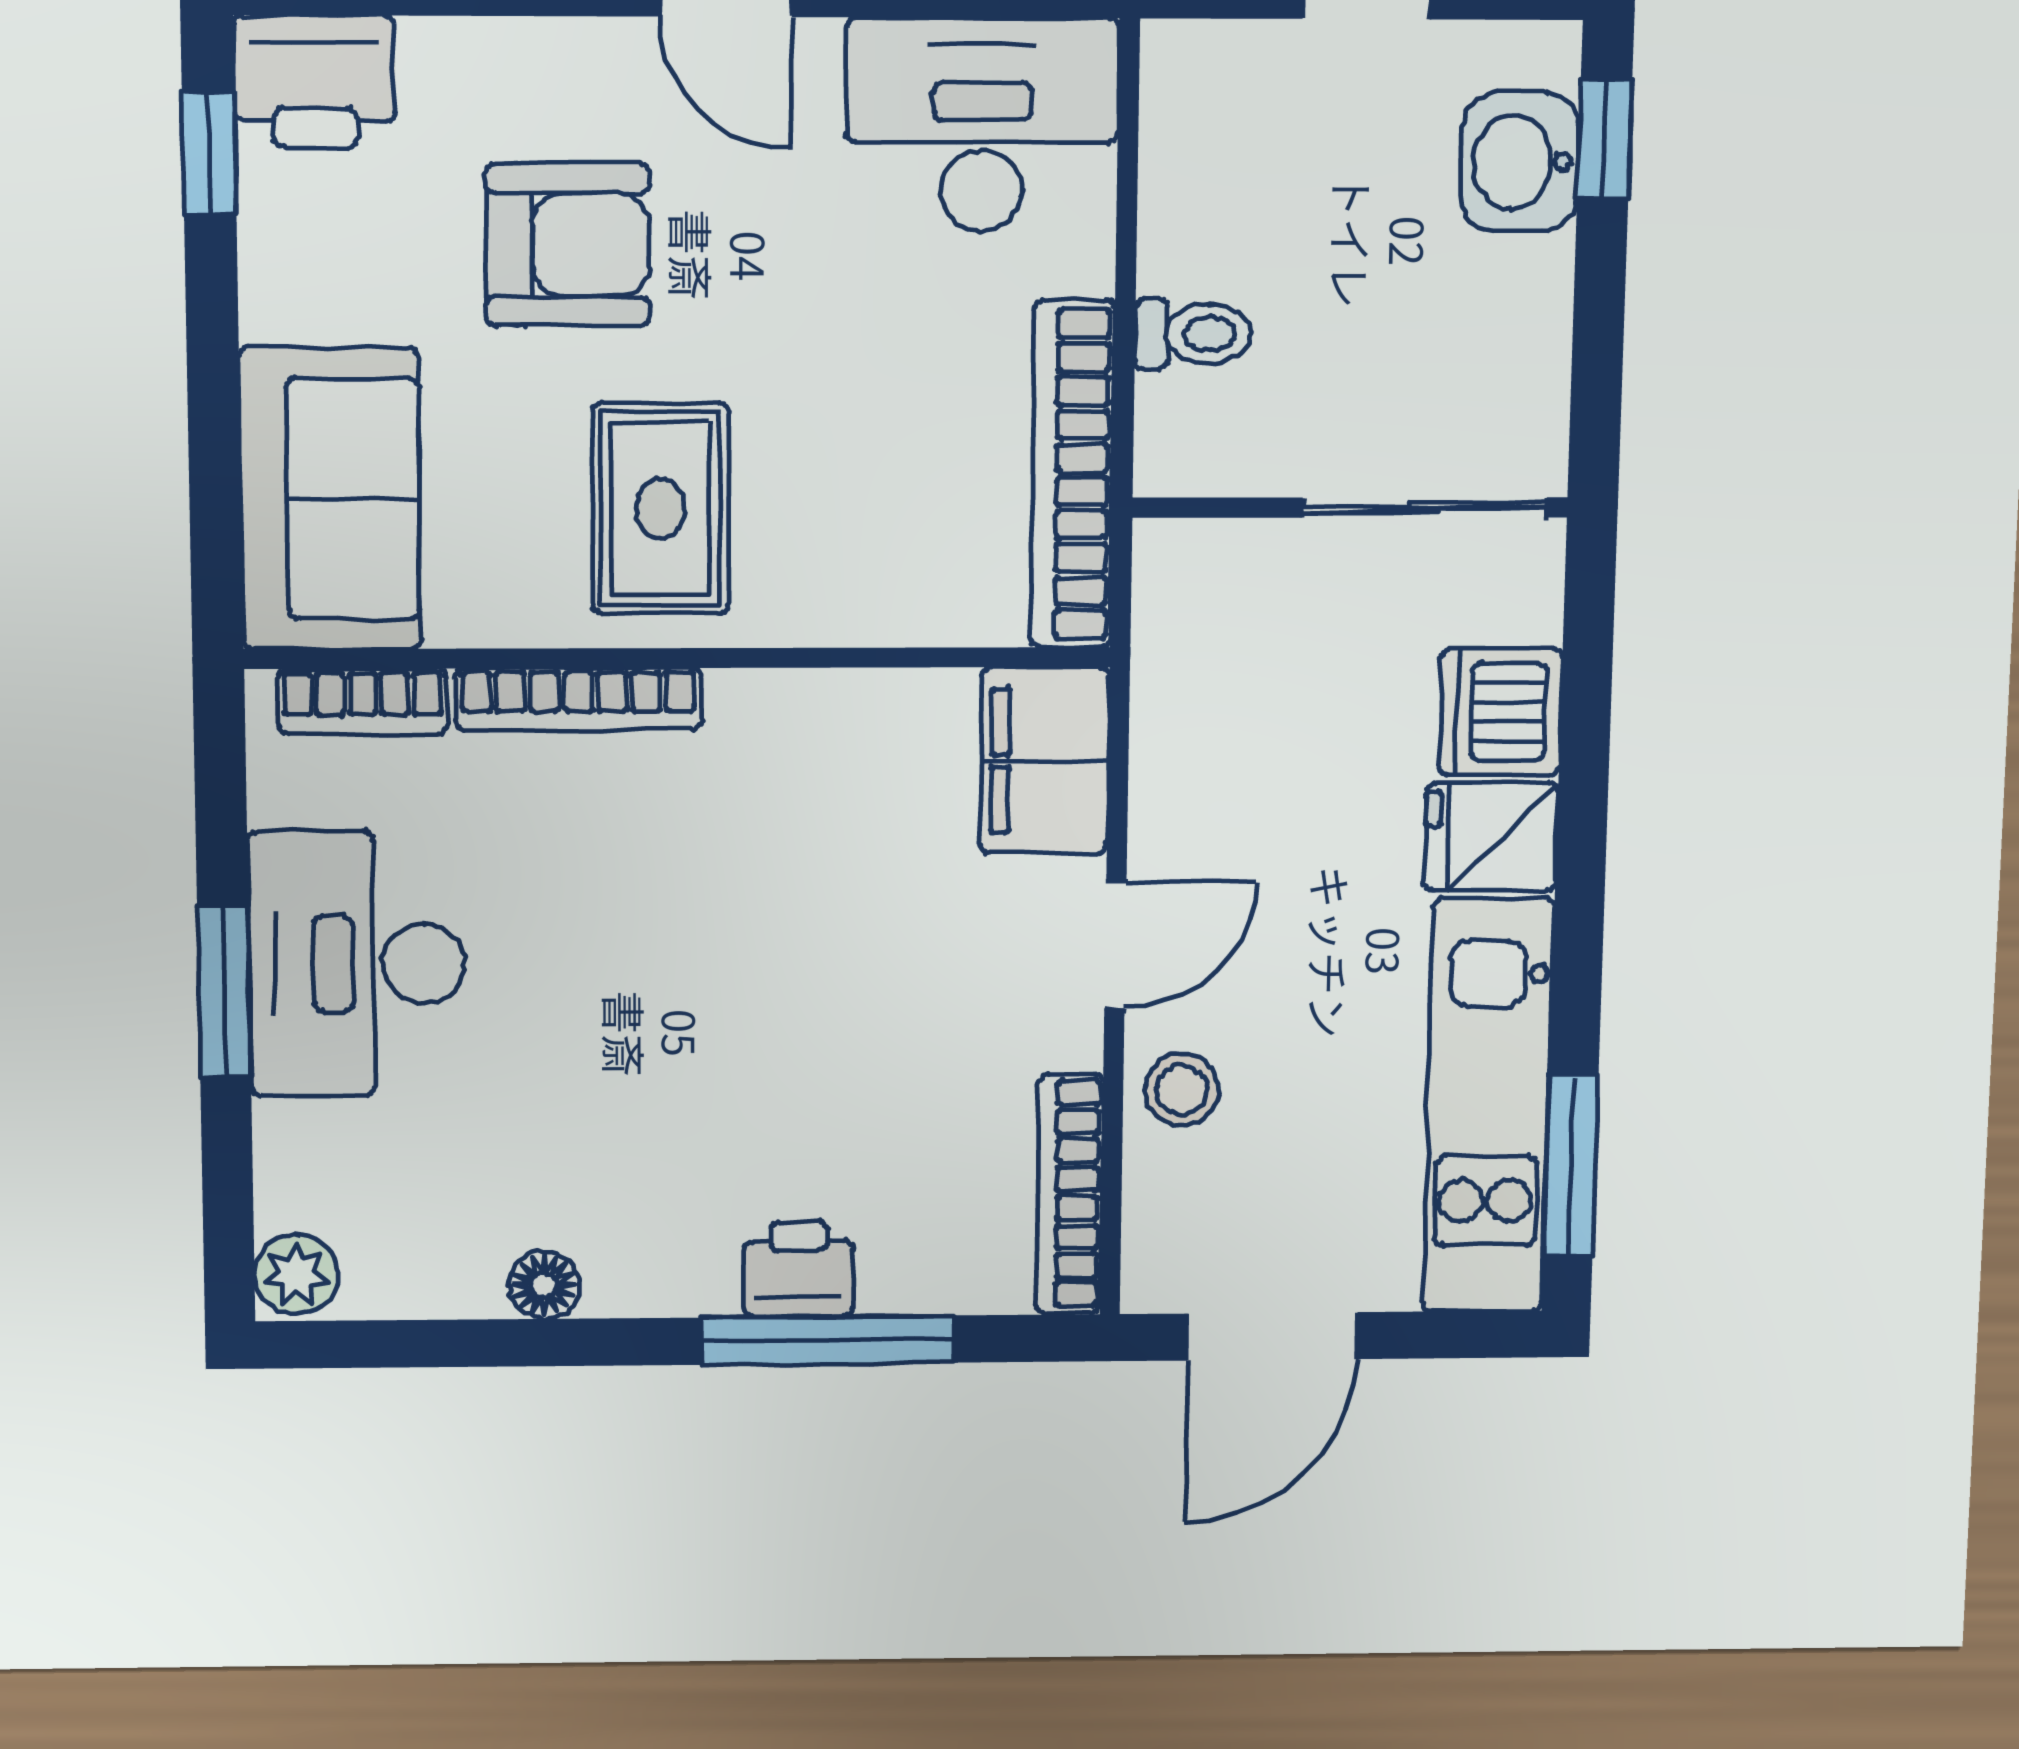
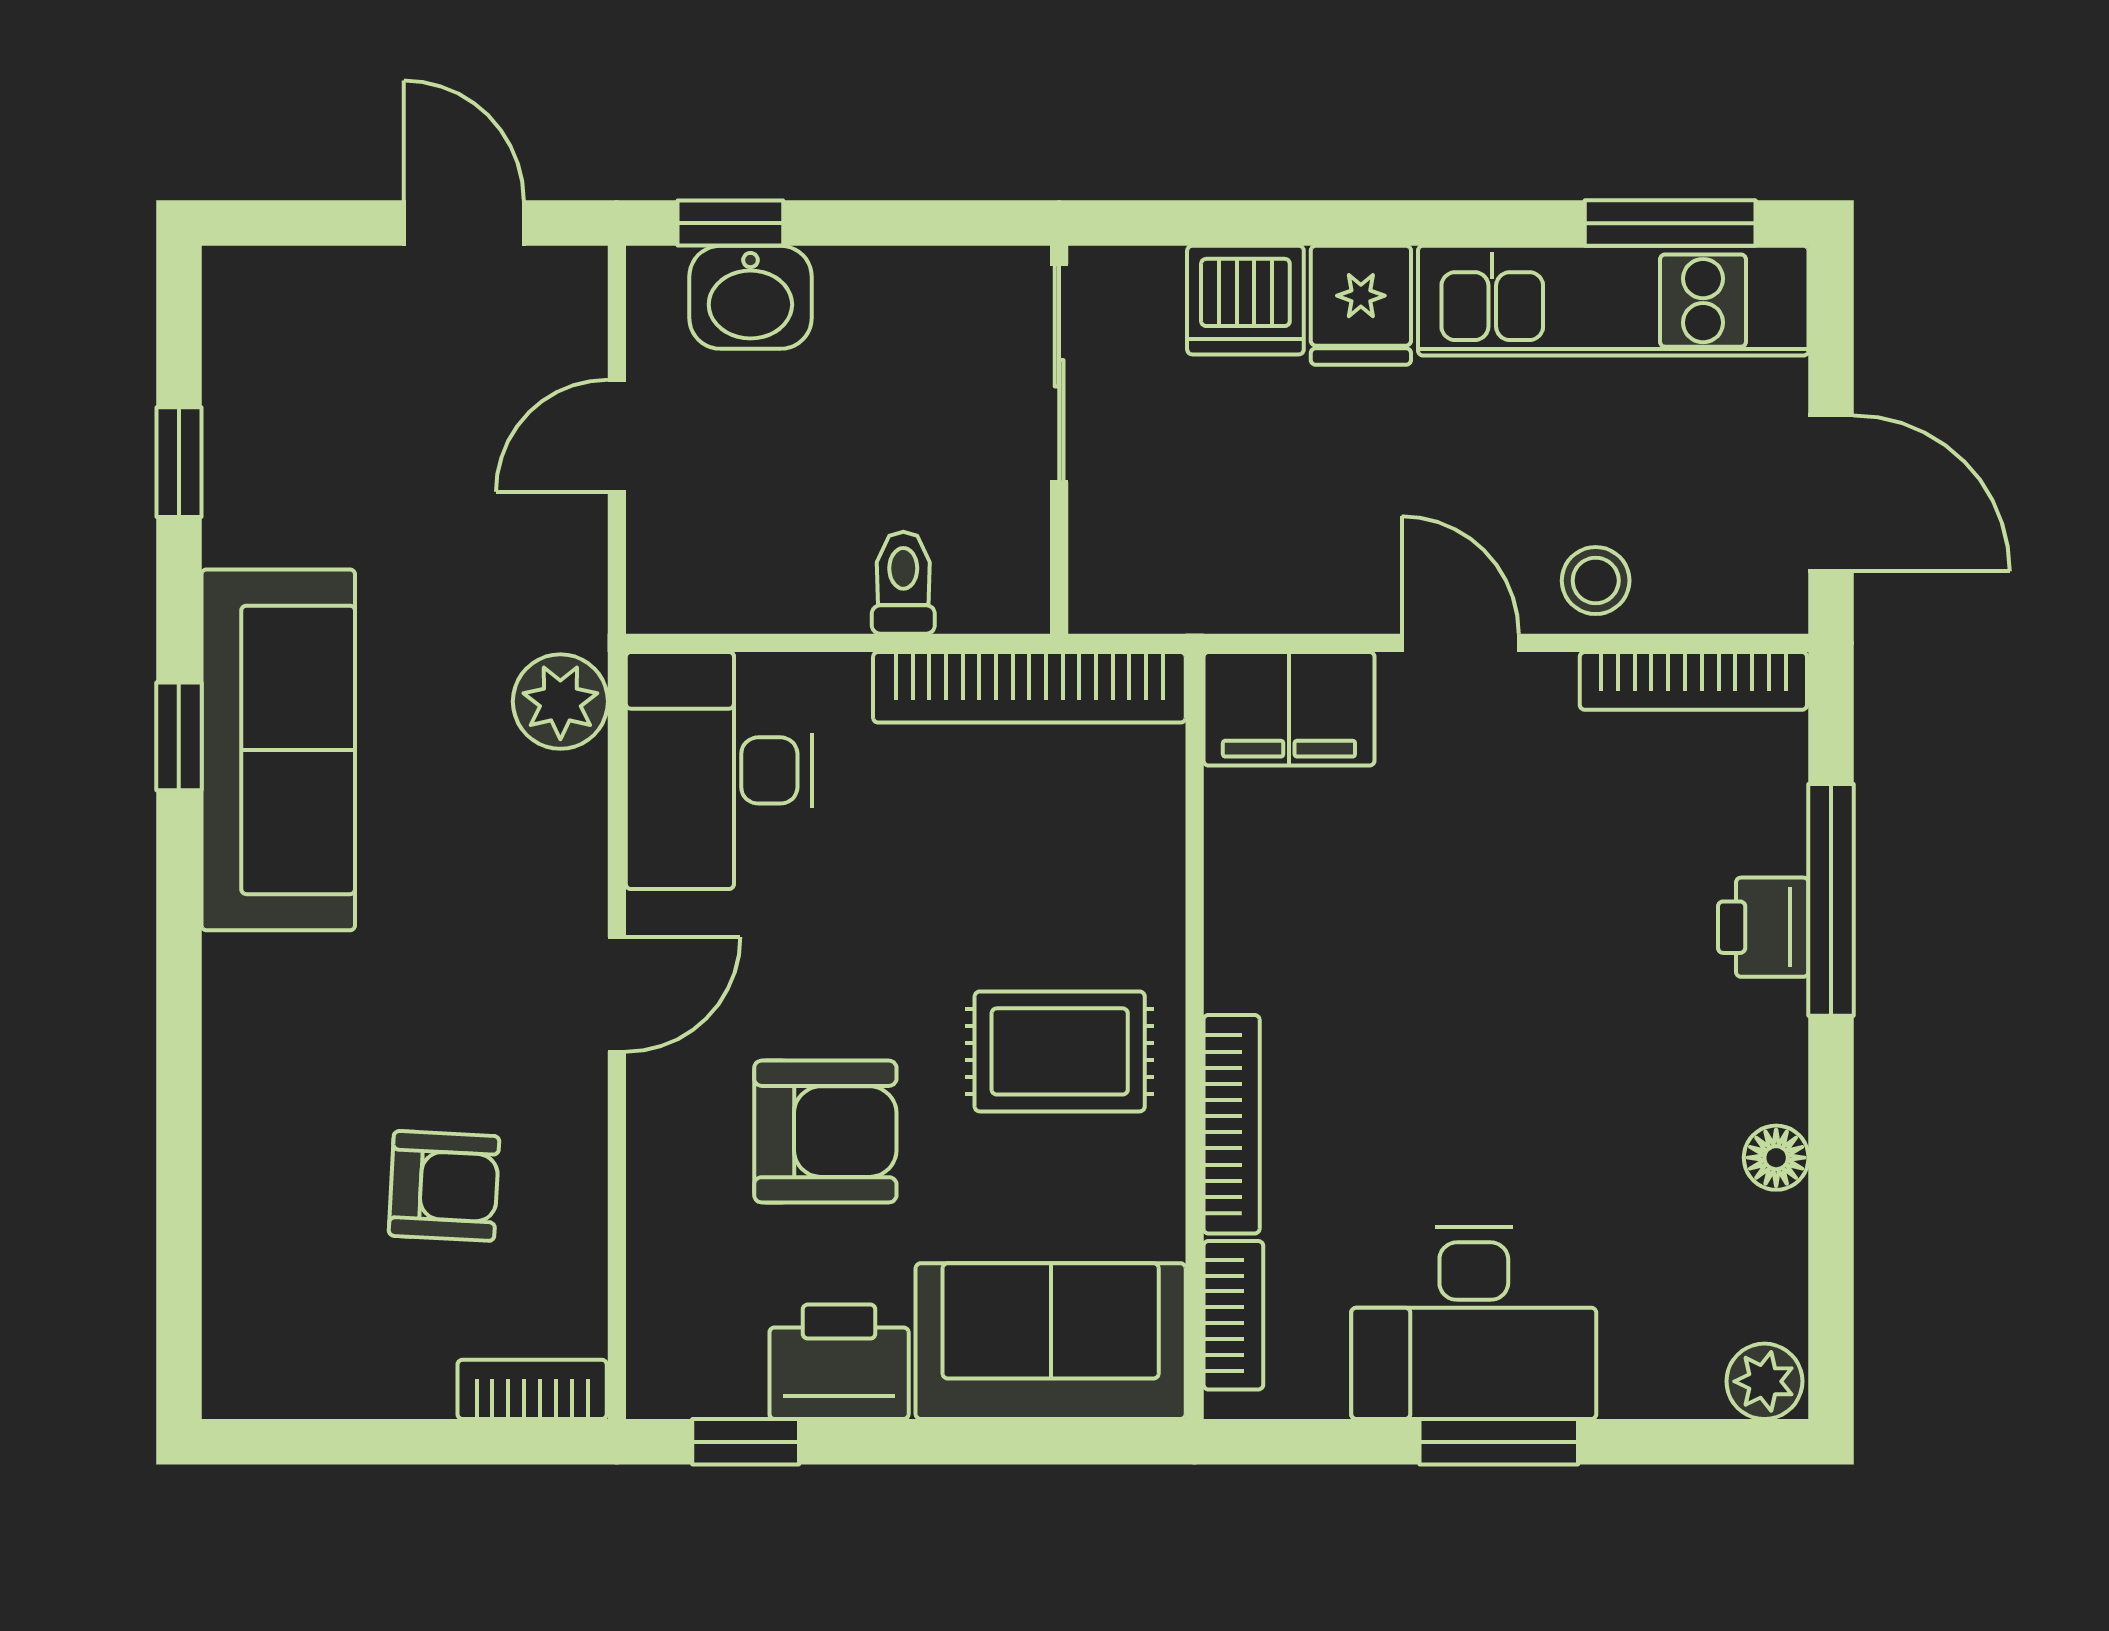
printer: (315, 82) -> (839, 1362), moved, turned -90
armchair: (568, 245) -> (825, 1132), turned 90

